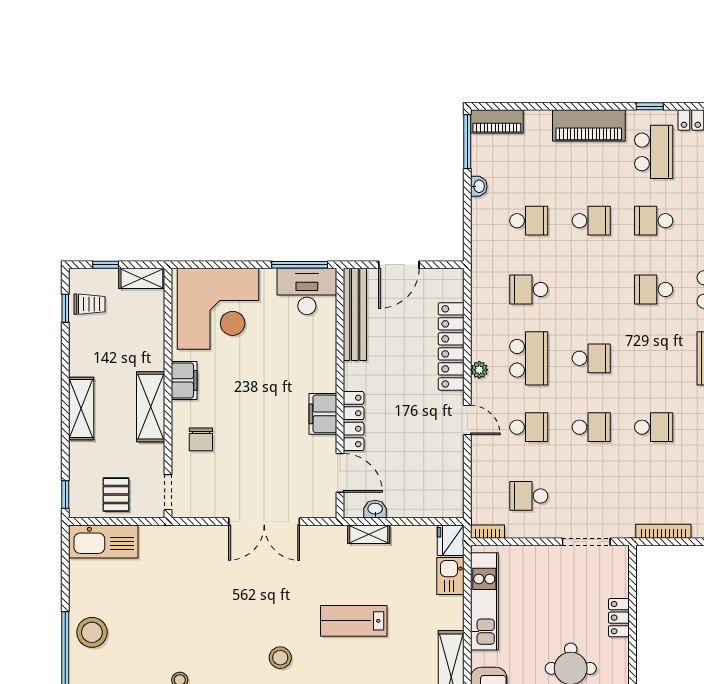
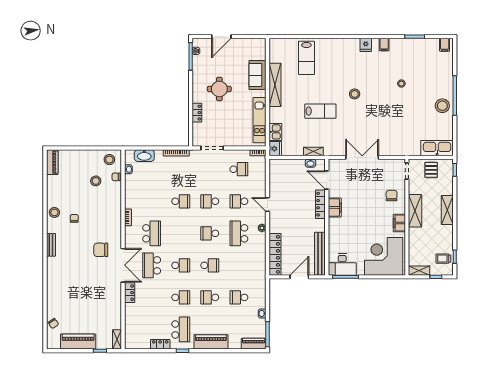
school desk: (654, 152) -> (181, 329), turned 180
school desk: (529, 290) -> (210, 265), moved
locker: (451, 346) -> (275, 254), moved
school desk: (654, 427) -> (181, 201), turned 180

